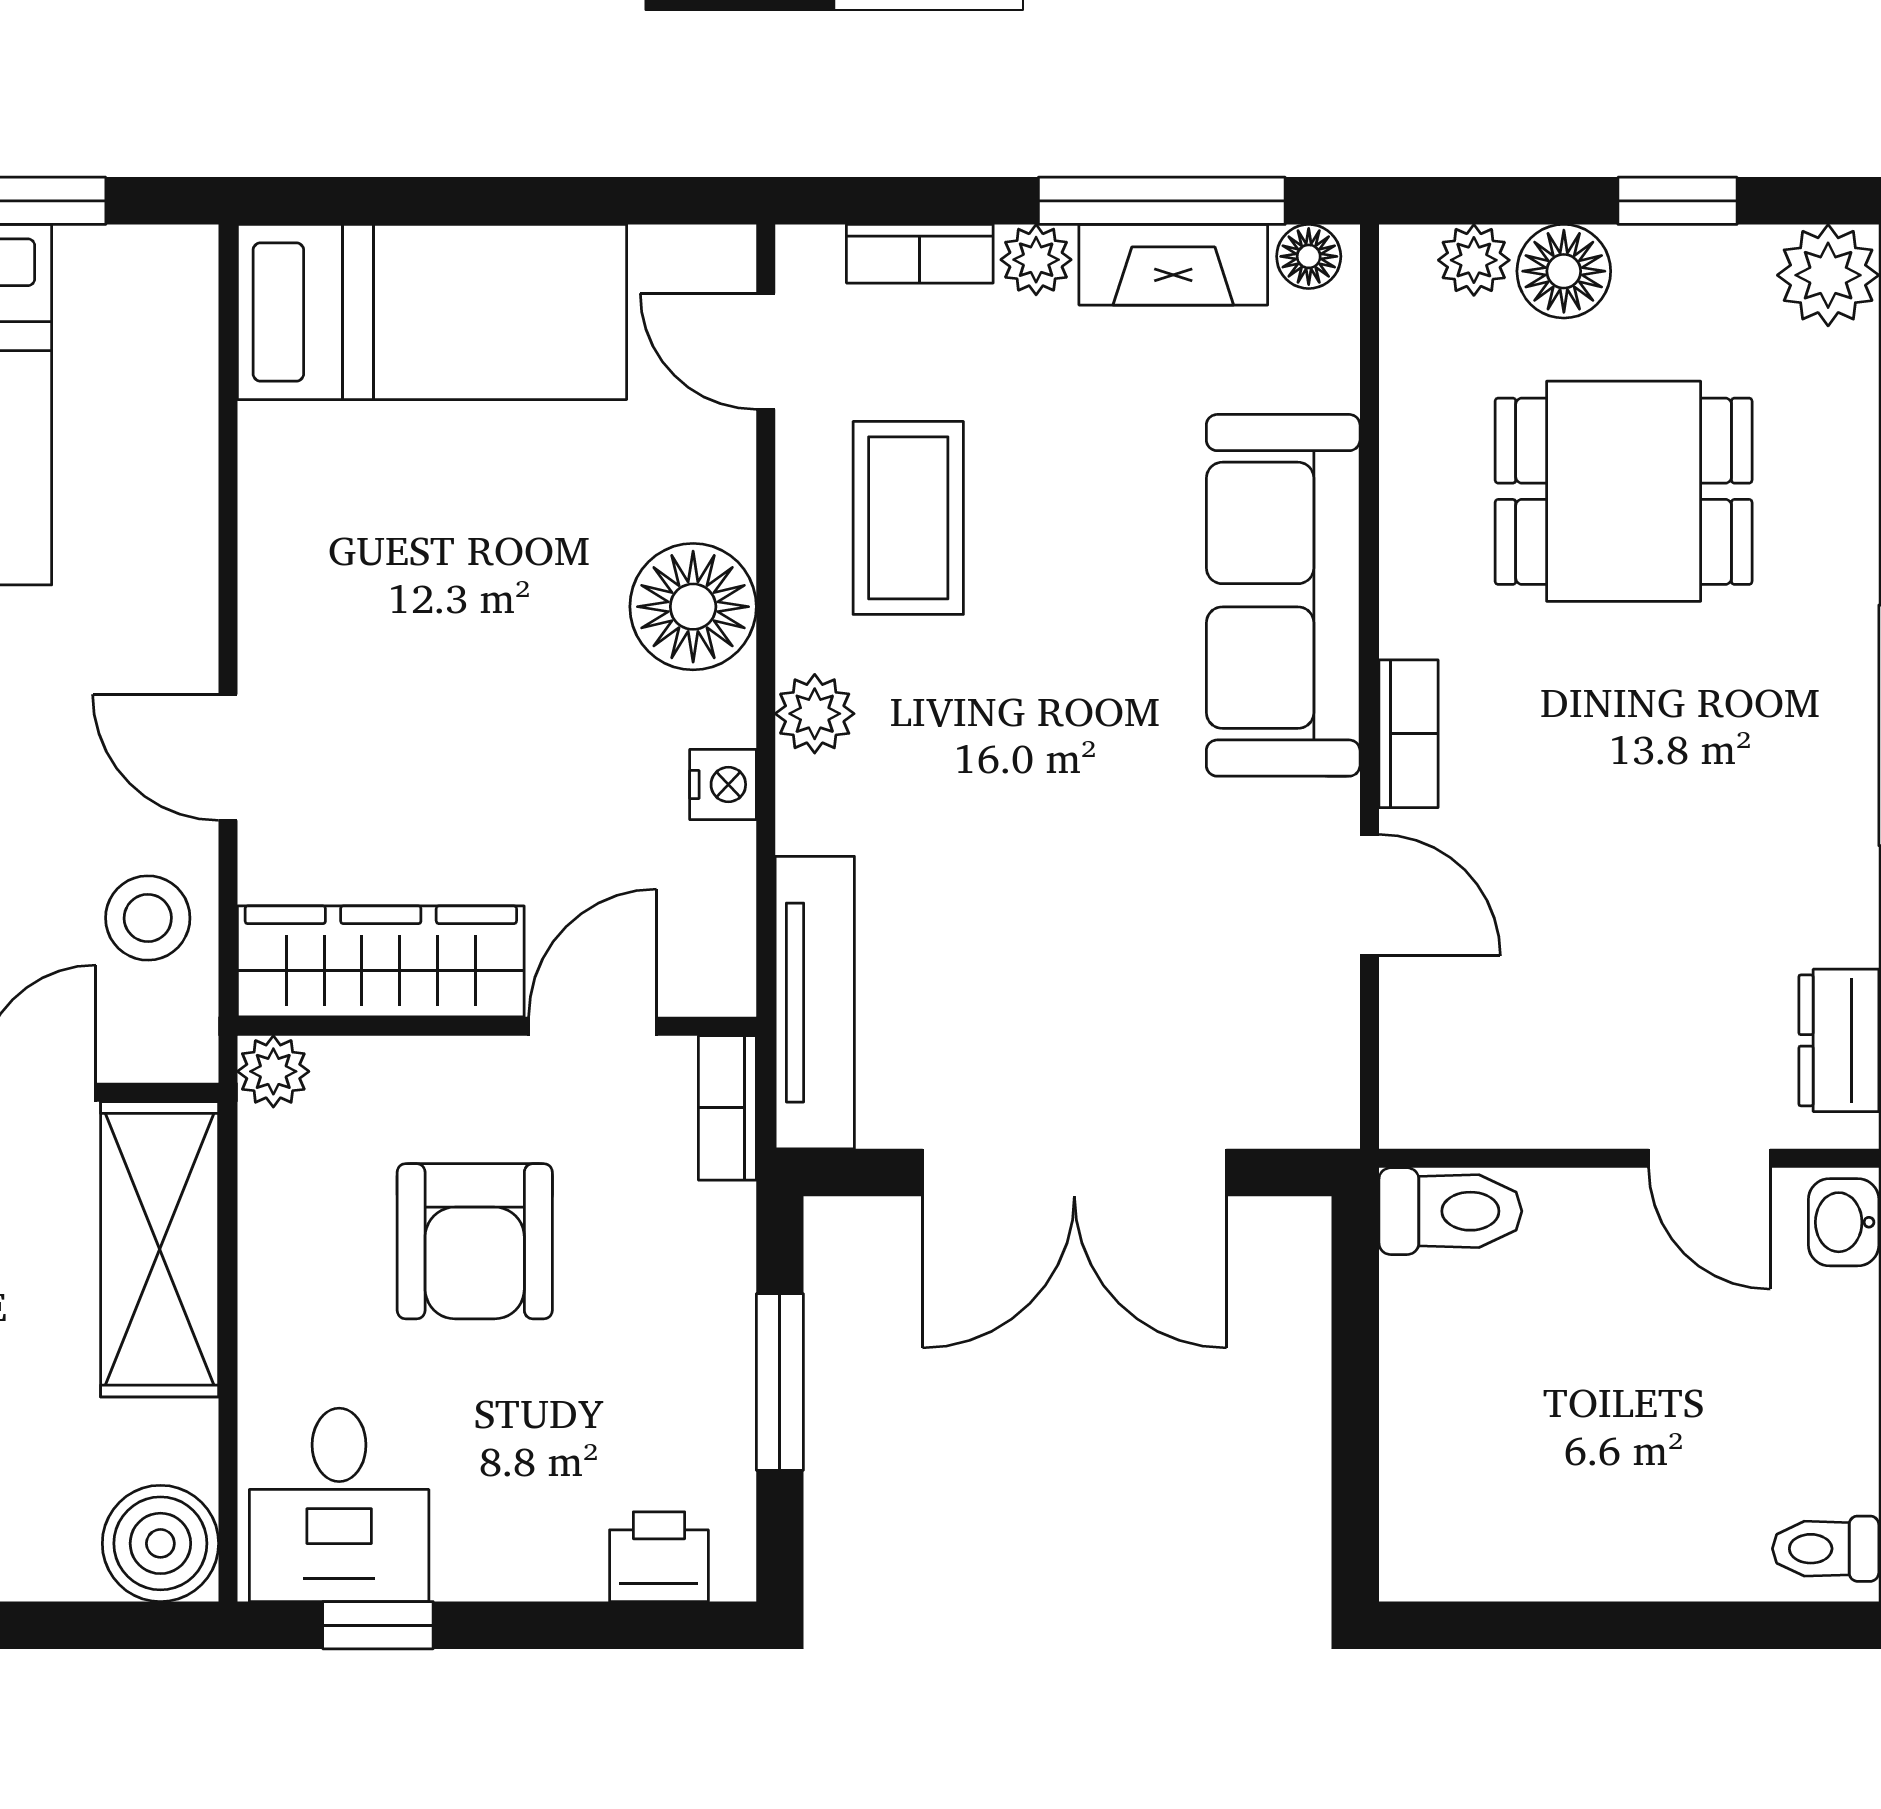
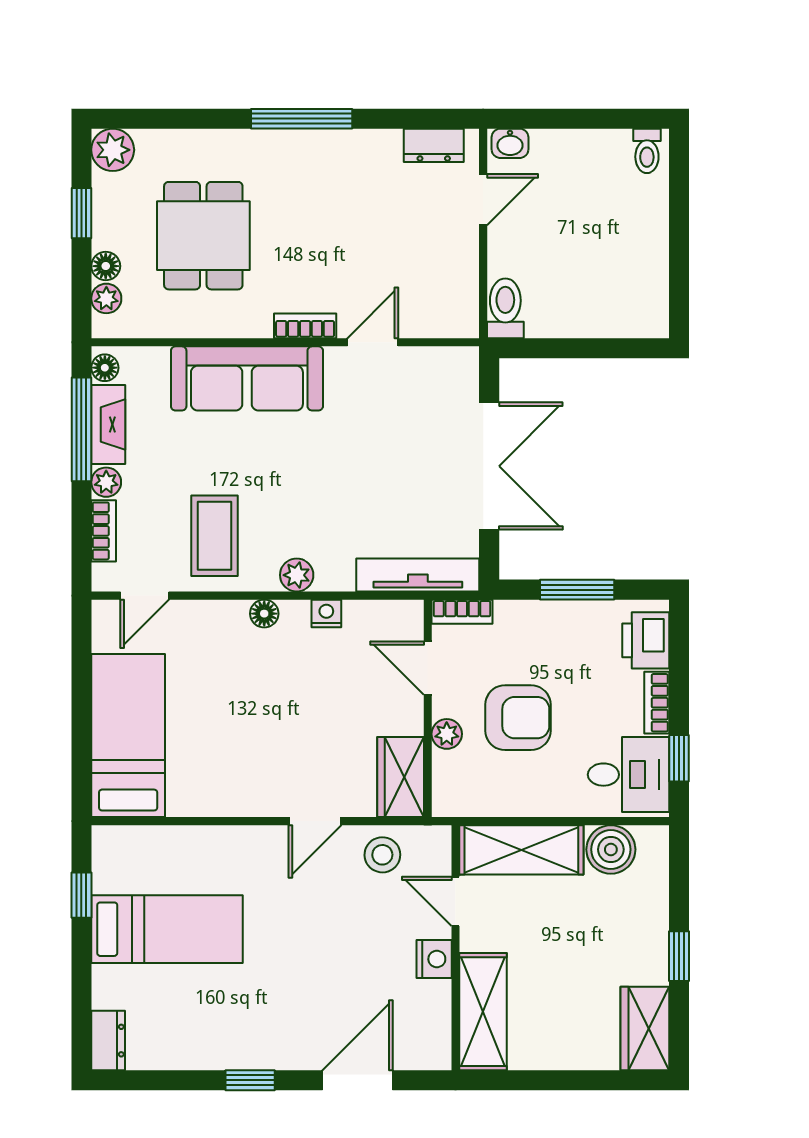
floor lamp: (1564, 271) -> (106, 266), width x0.73, depth x0.73
coffee table: (908, 518) -> (215, 536), turned 90
floor lamp: (693, 607) -> (264, 614), width x0.53, depth x0.53
wardrobe: (381, 961) -> (401, 777), width x0.67
plant: (273, 1071) -> (447, 734), moved
boiler: (160, 1543) -> (611, 849), moved
printer: (659, 1557) -> (646, 640), width x1.36, depth x1.24
bookcase: (510, 1572) -> (657, 703), added

